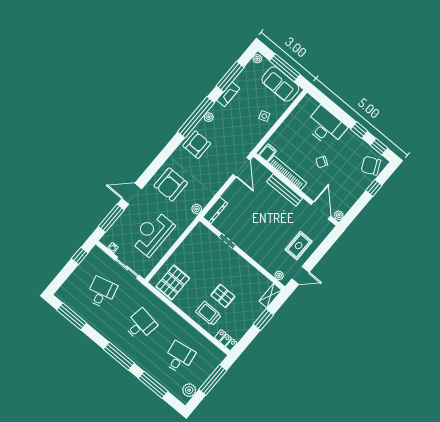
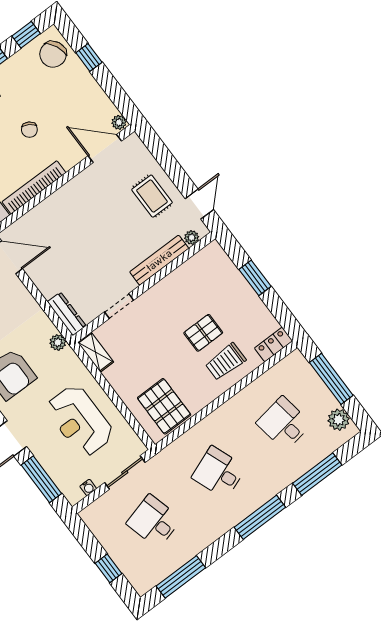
bench: (285, 190) -> (159, 260), moved
window: (80, 256) -> (108, 568), moved
shelving: (270, 296) -> (96, 352), moved
desk: (140, 325) -> (219, 472), turned -30

